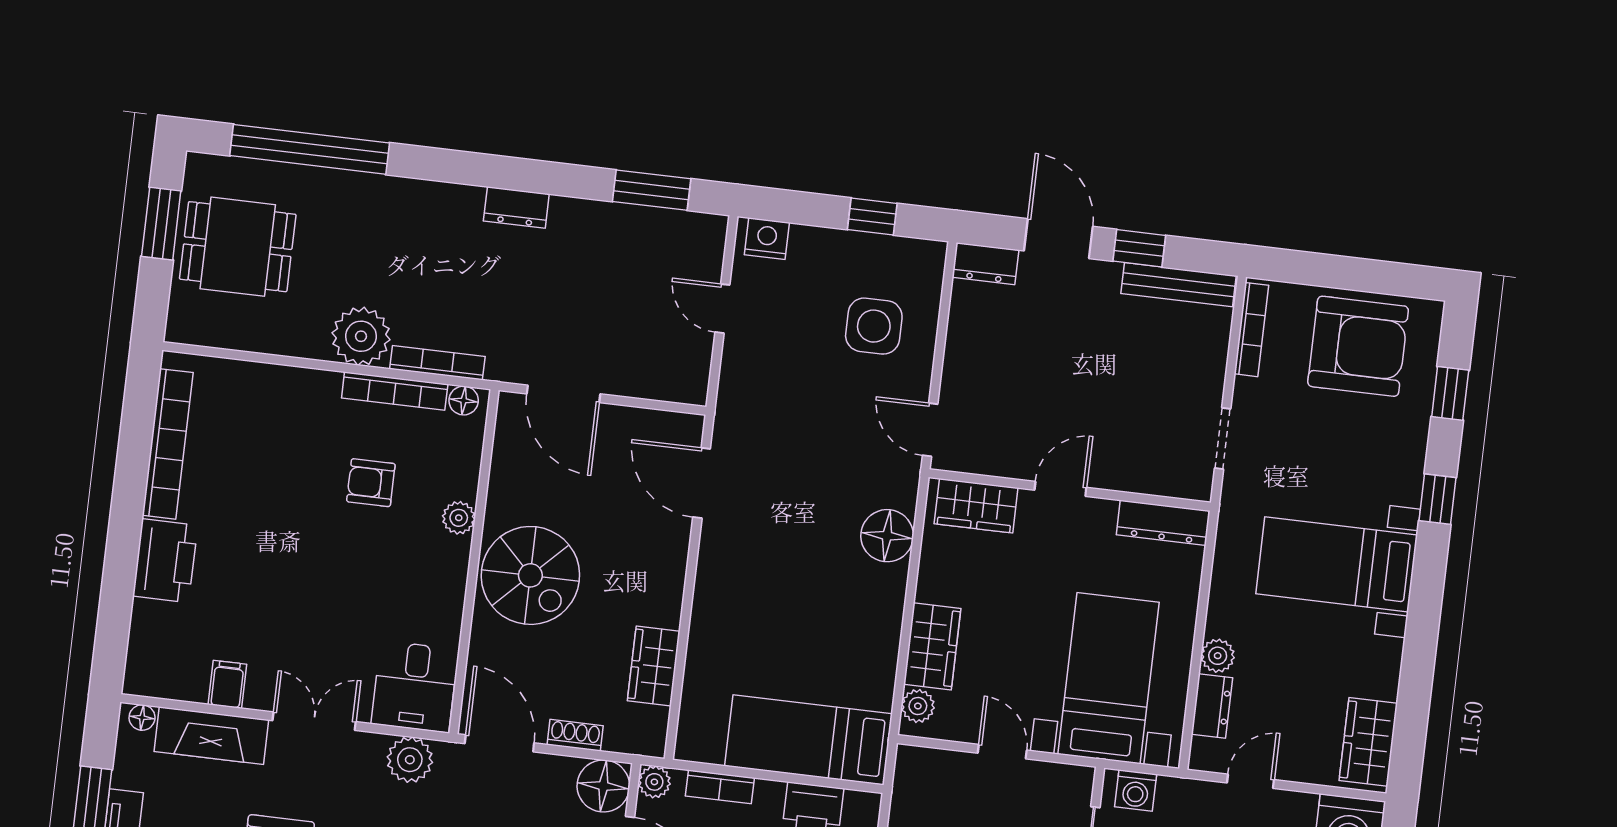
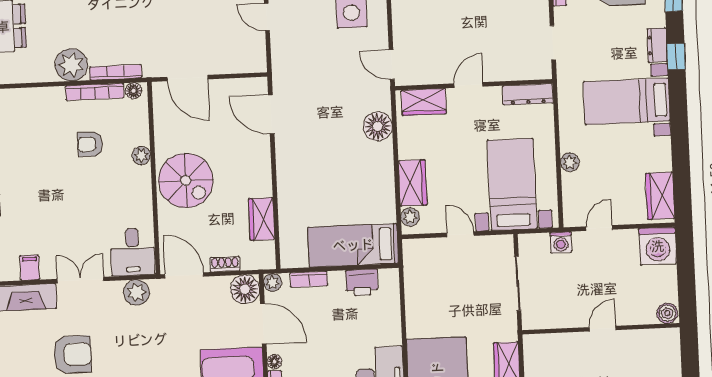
dresser: (1212, 706) -> (657, 45), moved, turned 180
washing machine: (1136, 790) -> (561, 242), moved

